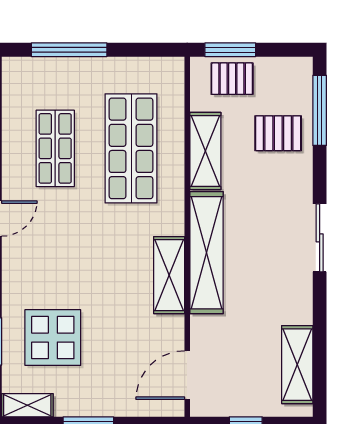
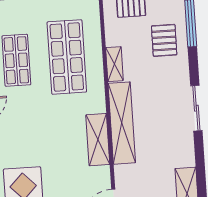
pallet: (278, 133) -> (164, 40), turned 90
shelving: (205, 151) -> (114, 64), width x0.67, depth x0.75

